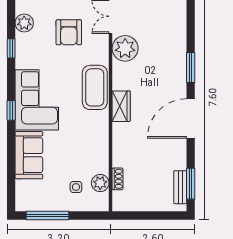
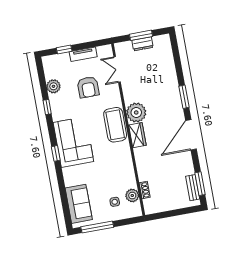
plant: (125, 48) -> (136, 112), moved
sofa: (29, 155) -> (79, 204), moved

